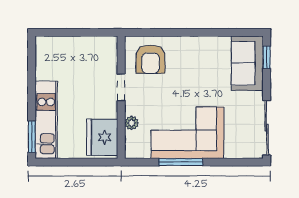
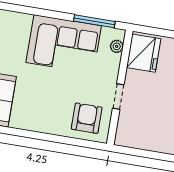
plant: (132, 123) -> (117, 46), moved
window: (181, 162) -> (94, 21), moved

